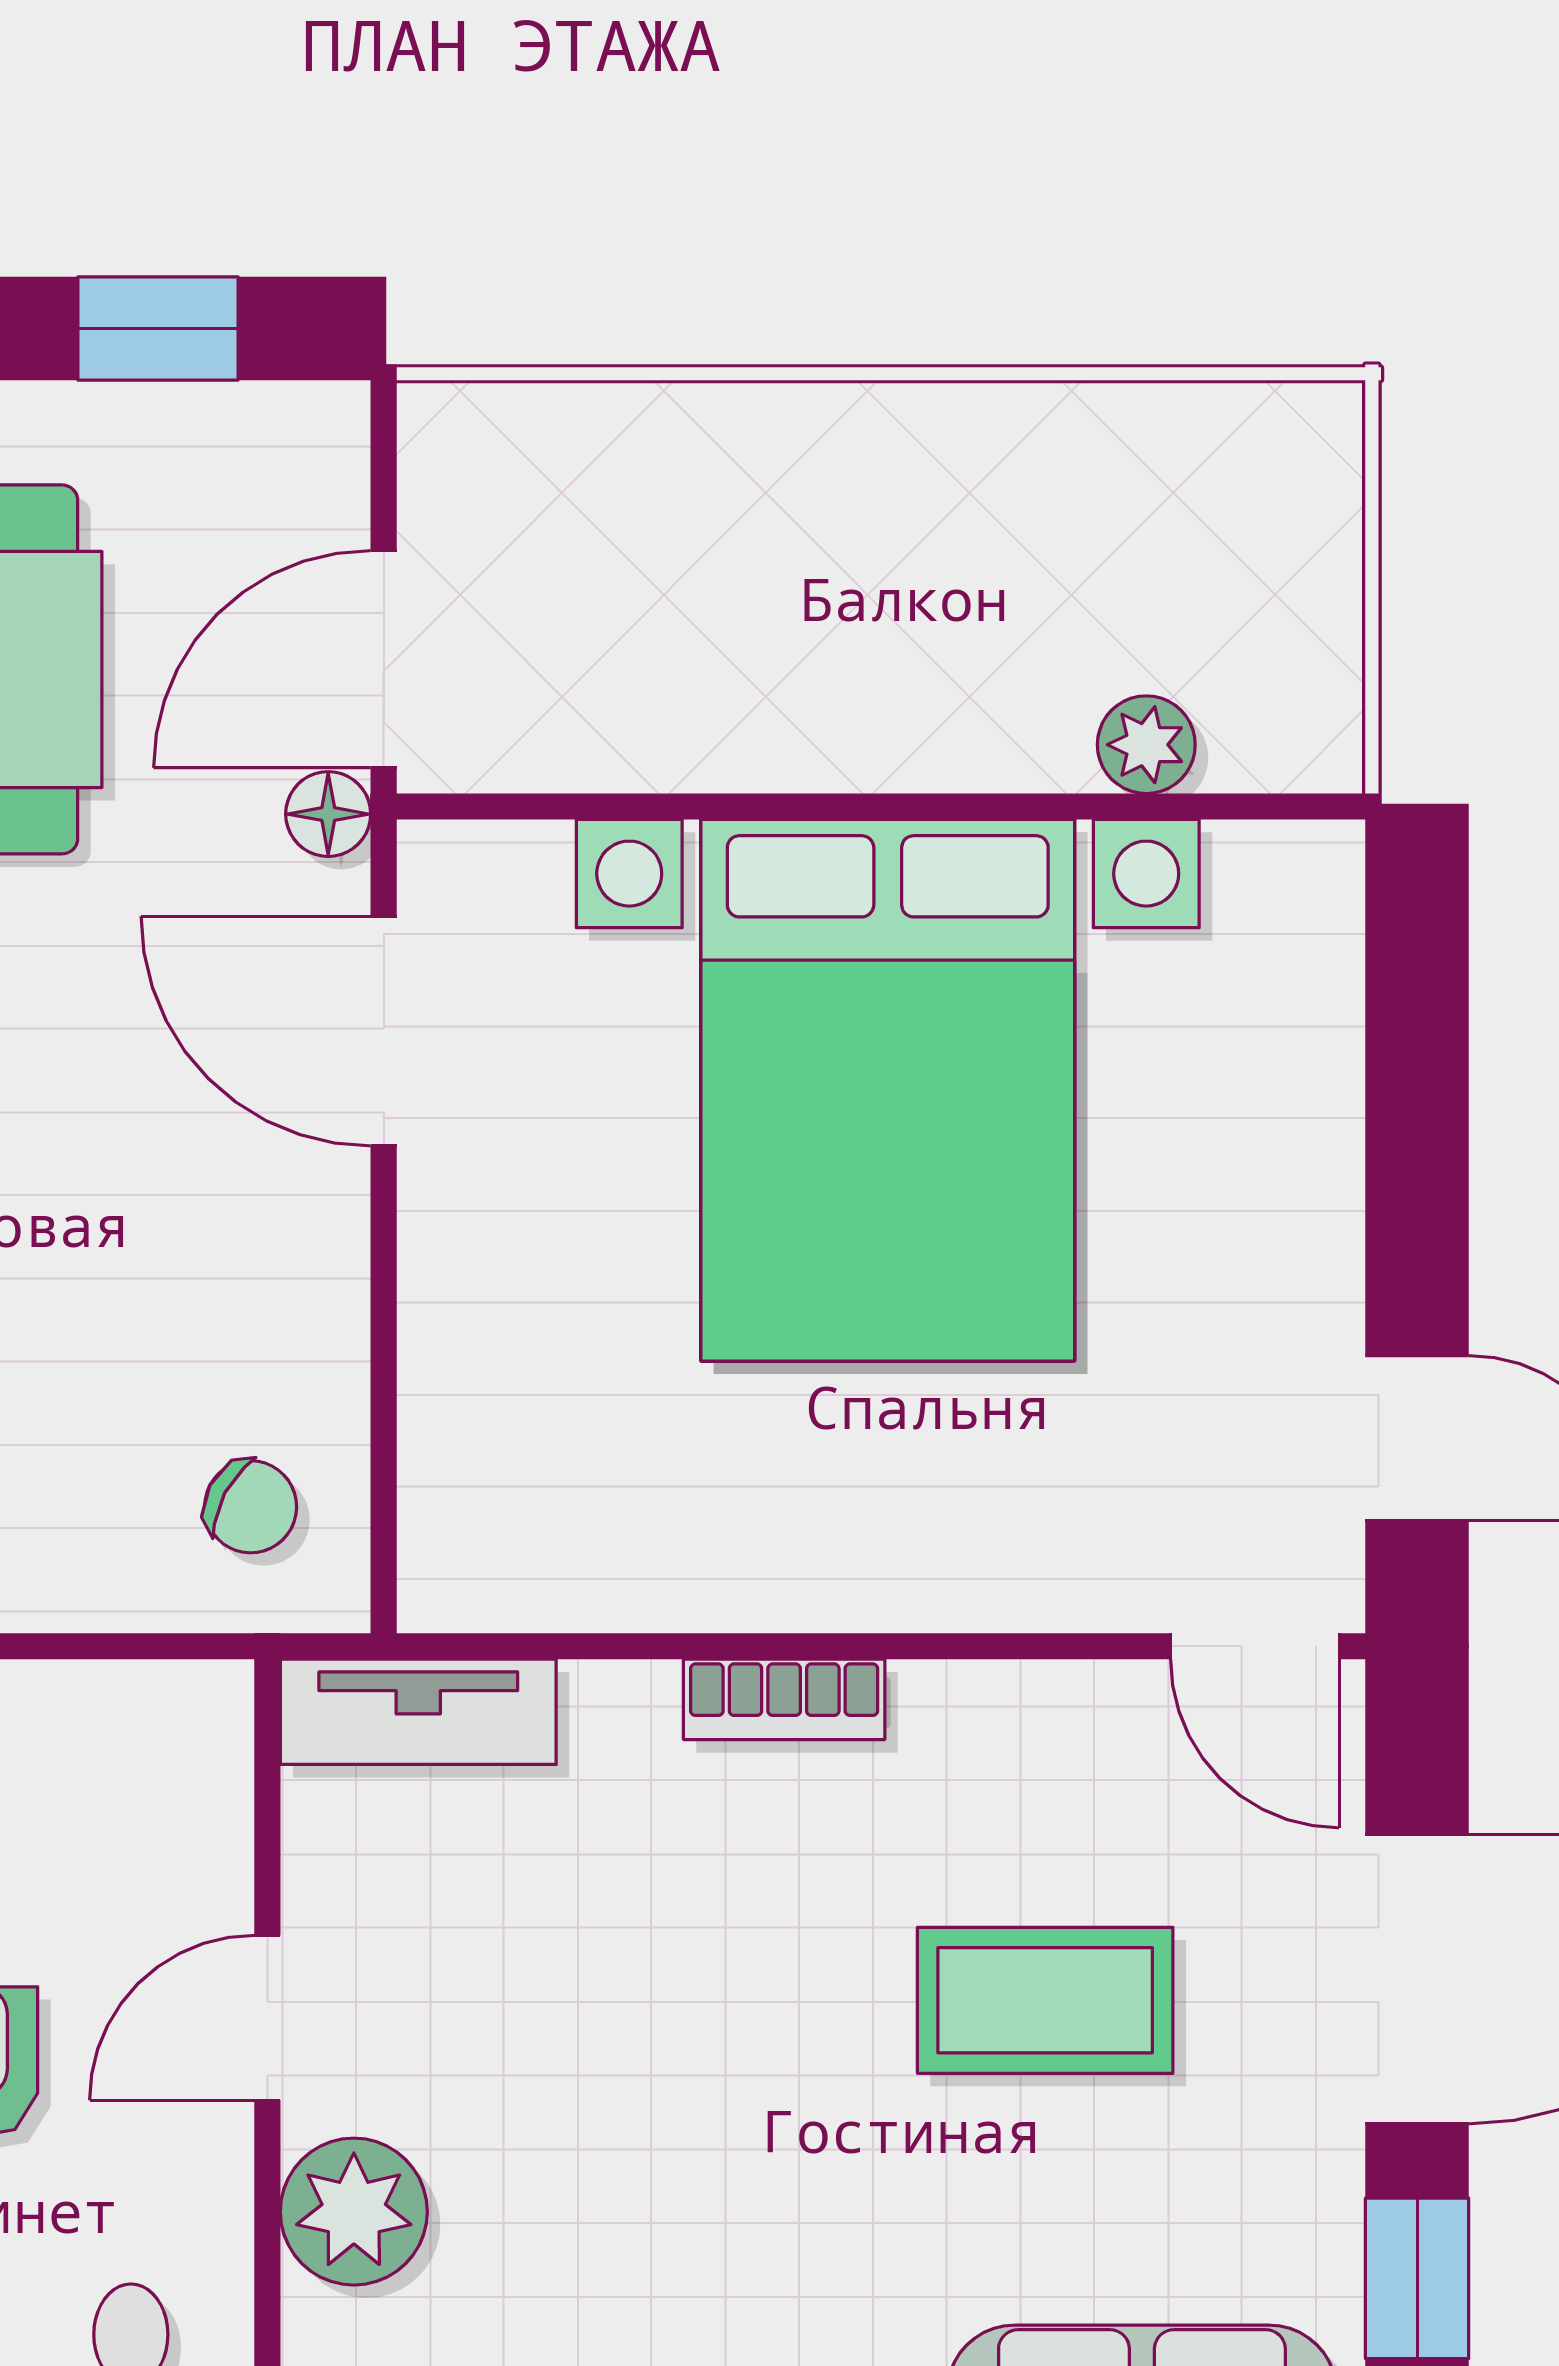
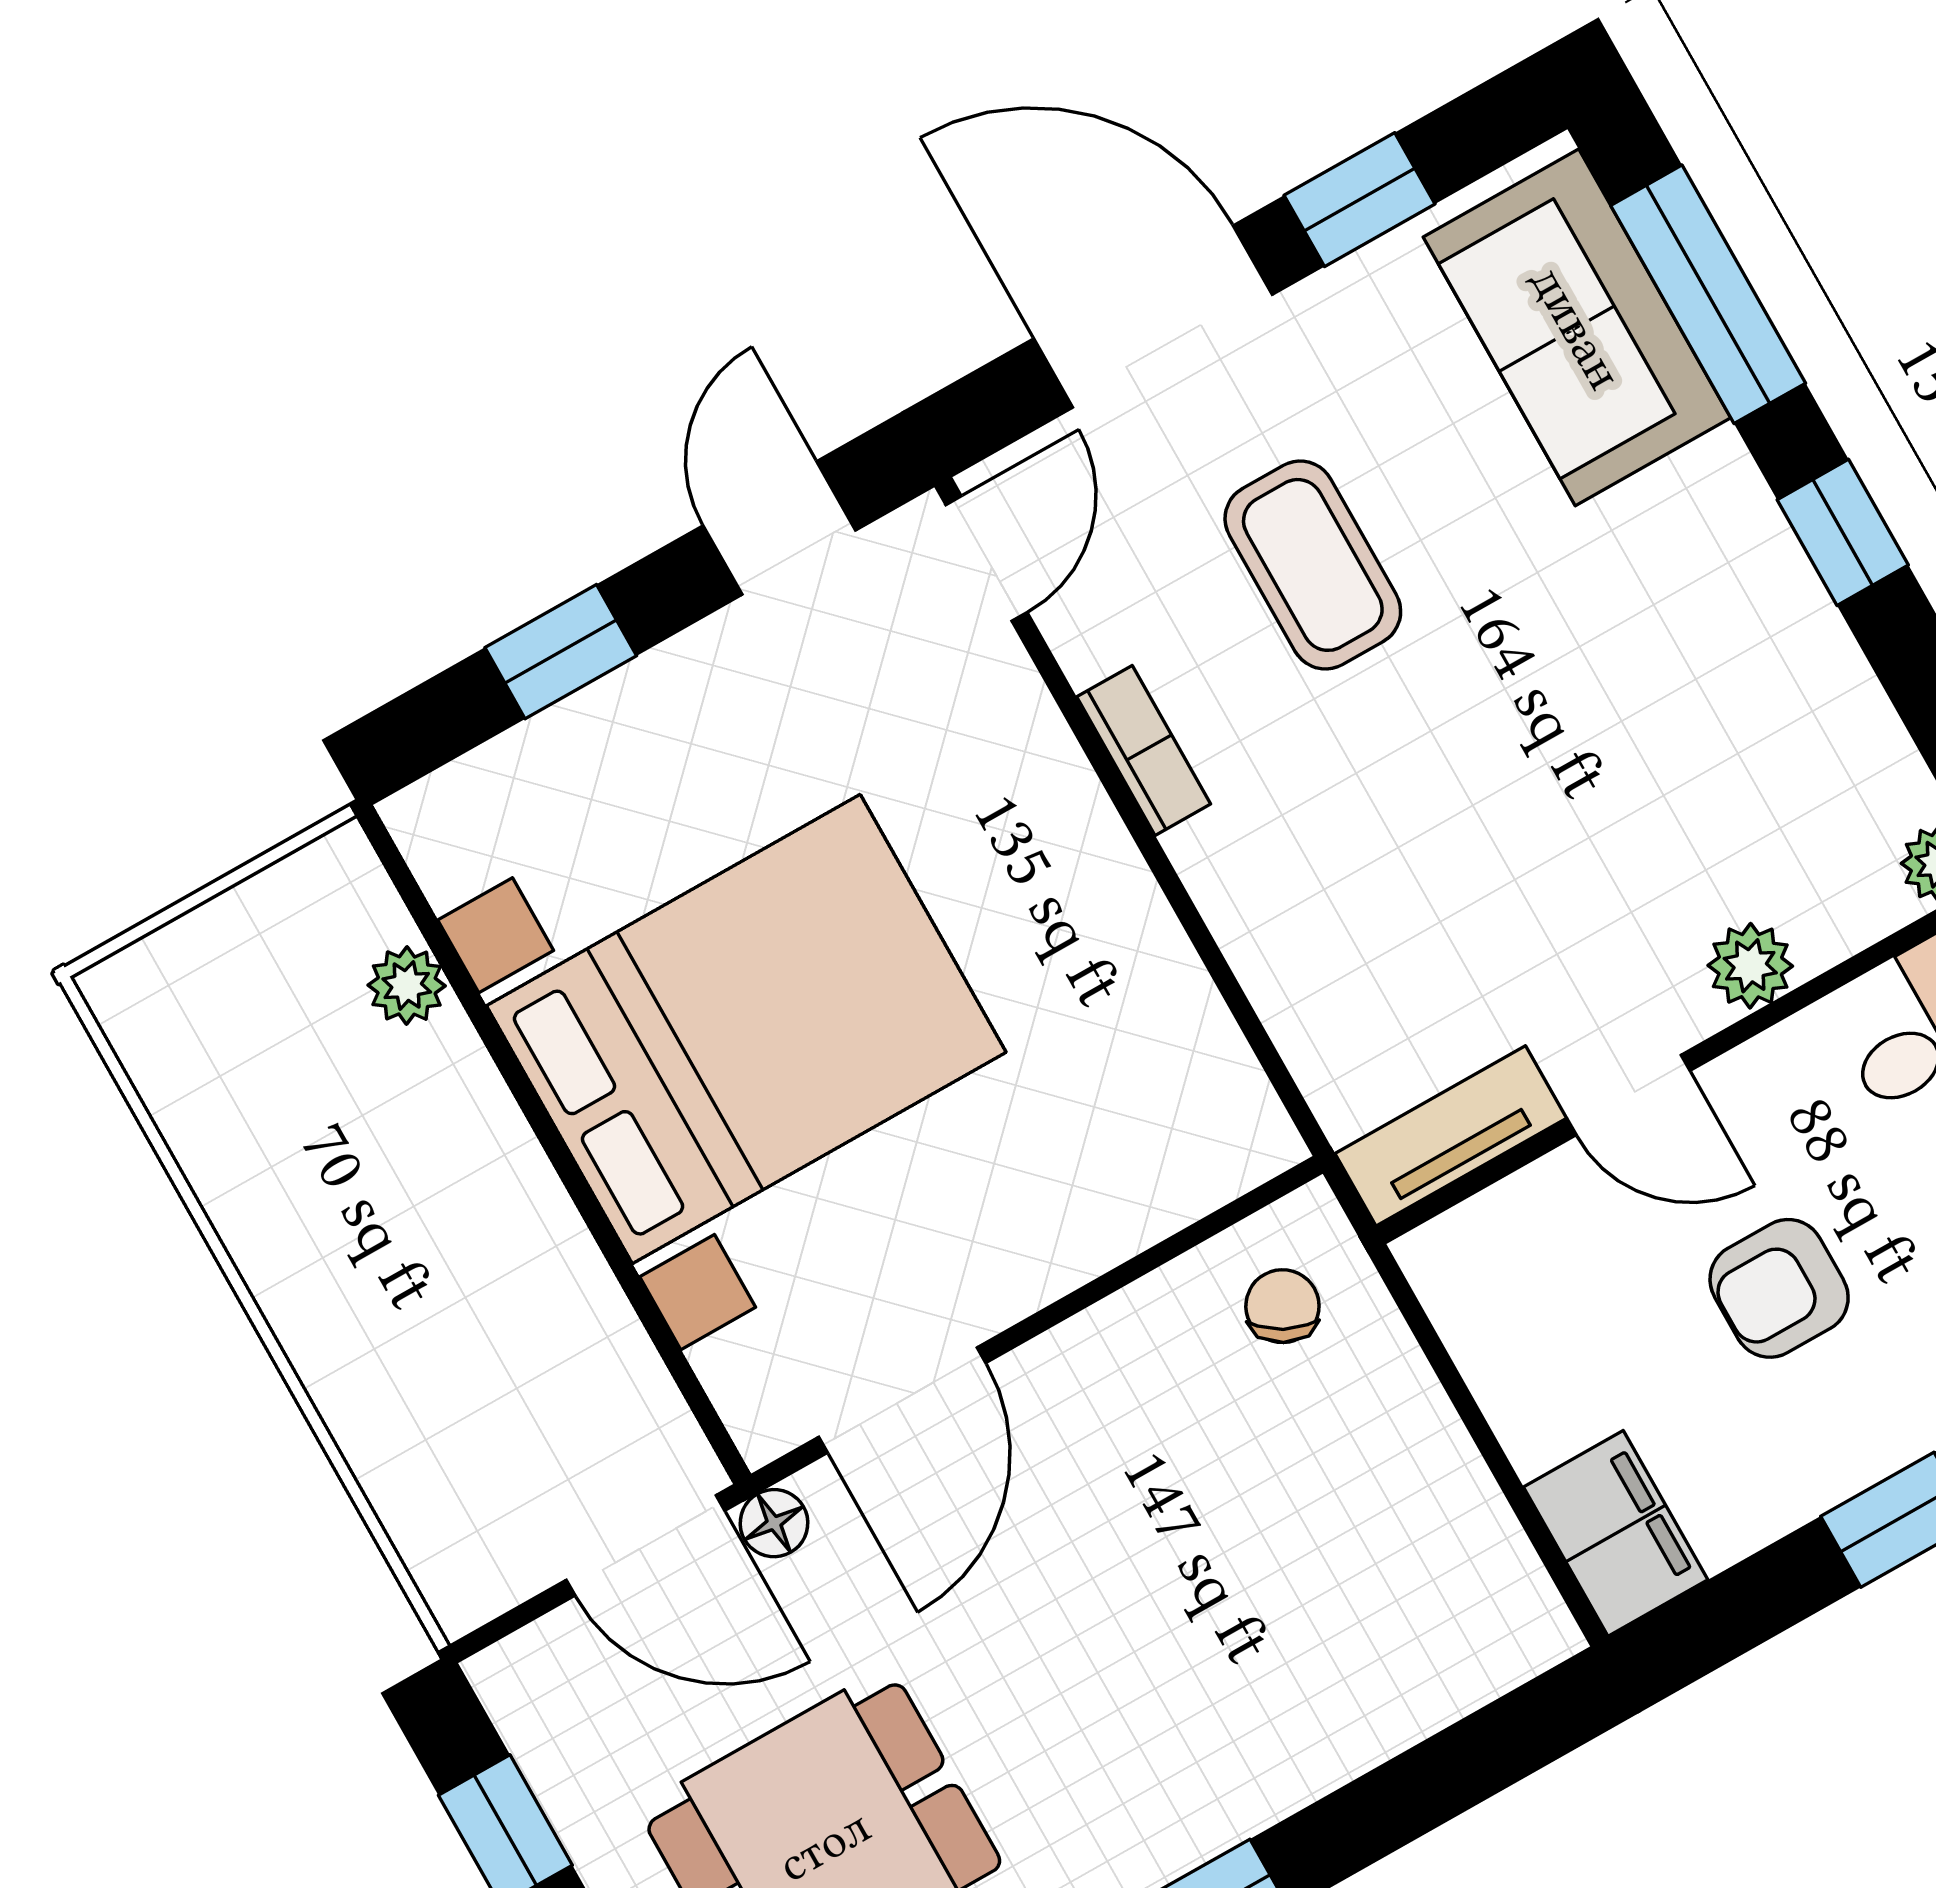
window: (1417, 1121) -> (561, 652), added
bookcase: (784, 1699) -> (1144, 750), moved
tv unit: (418, 1712) -> (1451, 1136), moved, turned -90
plant: (354, 2212) -> (1750, 966), width x0.73, depth x0.73

